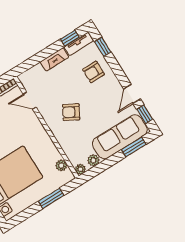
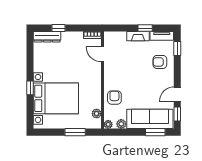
window: (70, 38) -> (145, 28), moved
armchair: (71, 112) -> (114, 98), moved, turned 61

